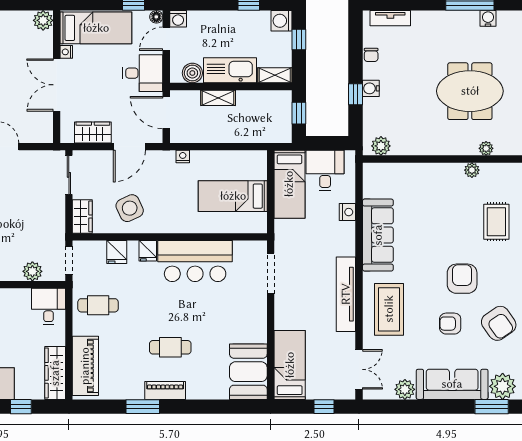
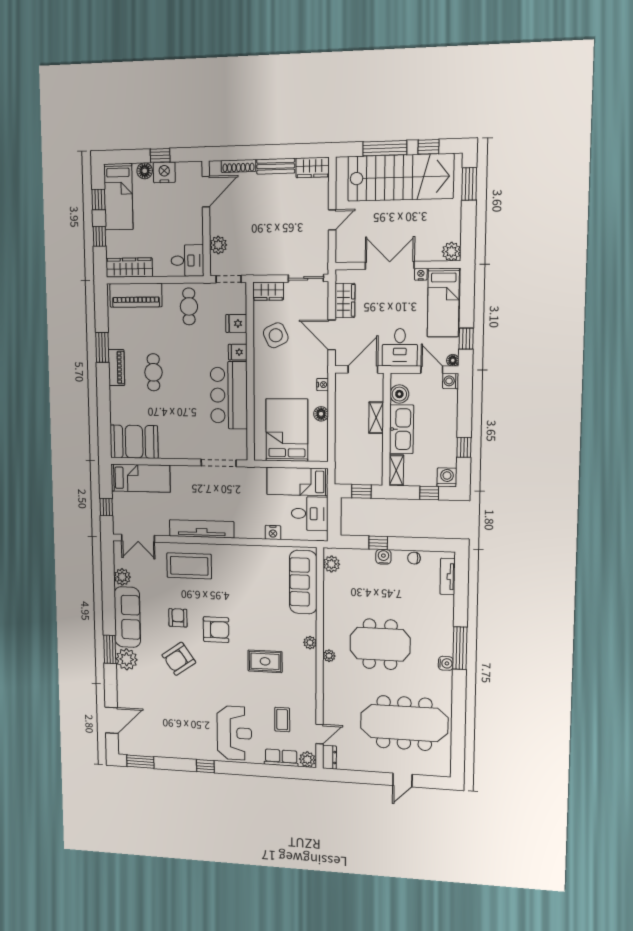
meeting table: (470, 91) -> (380, 644), turned 90
floor lamp: (215, 158) -> (321, 414), added
bed: (233, 196) -> (287, 430), width x1.50
sofa: (378, 235) -> (303, 582), moved, turned 90

